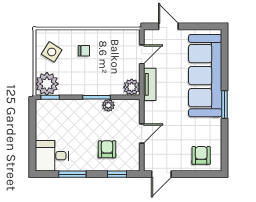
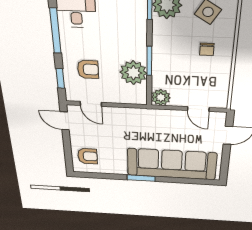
tv unit: (150, 84) -> (164, 115), removed
plant: (108, 105) -> (133, 73), width x1.88, depth x1.88
door: (142, 133) -> (91, 104), moved
window: (72, 174) -> (55, 31), width x1.44

